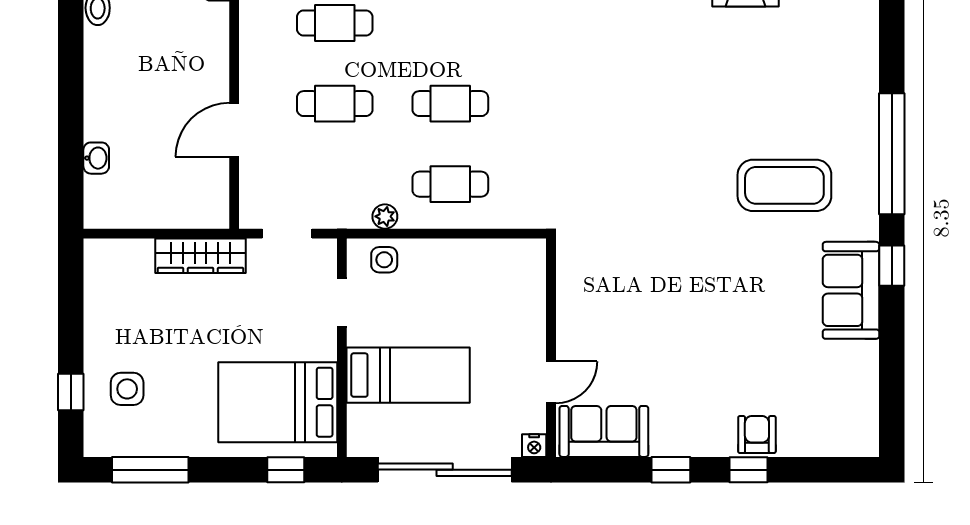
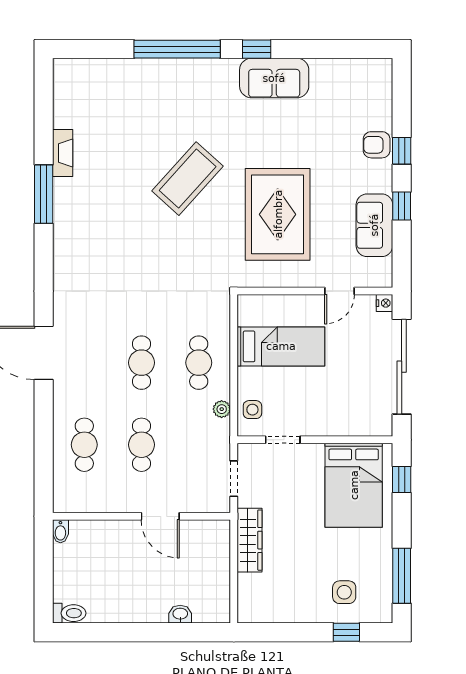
coffee table: (784, 185) -> (188, 179), moved, turned 42
rug: (659, 295) -> (278, 214), added
bed: (408, 375) -> (281, 346), moved, turned 90
door: (551, 382) -> (339, 291), swing flipped
sofa: (604, 431) -> (374, 225), moved

